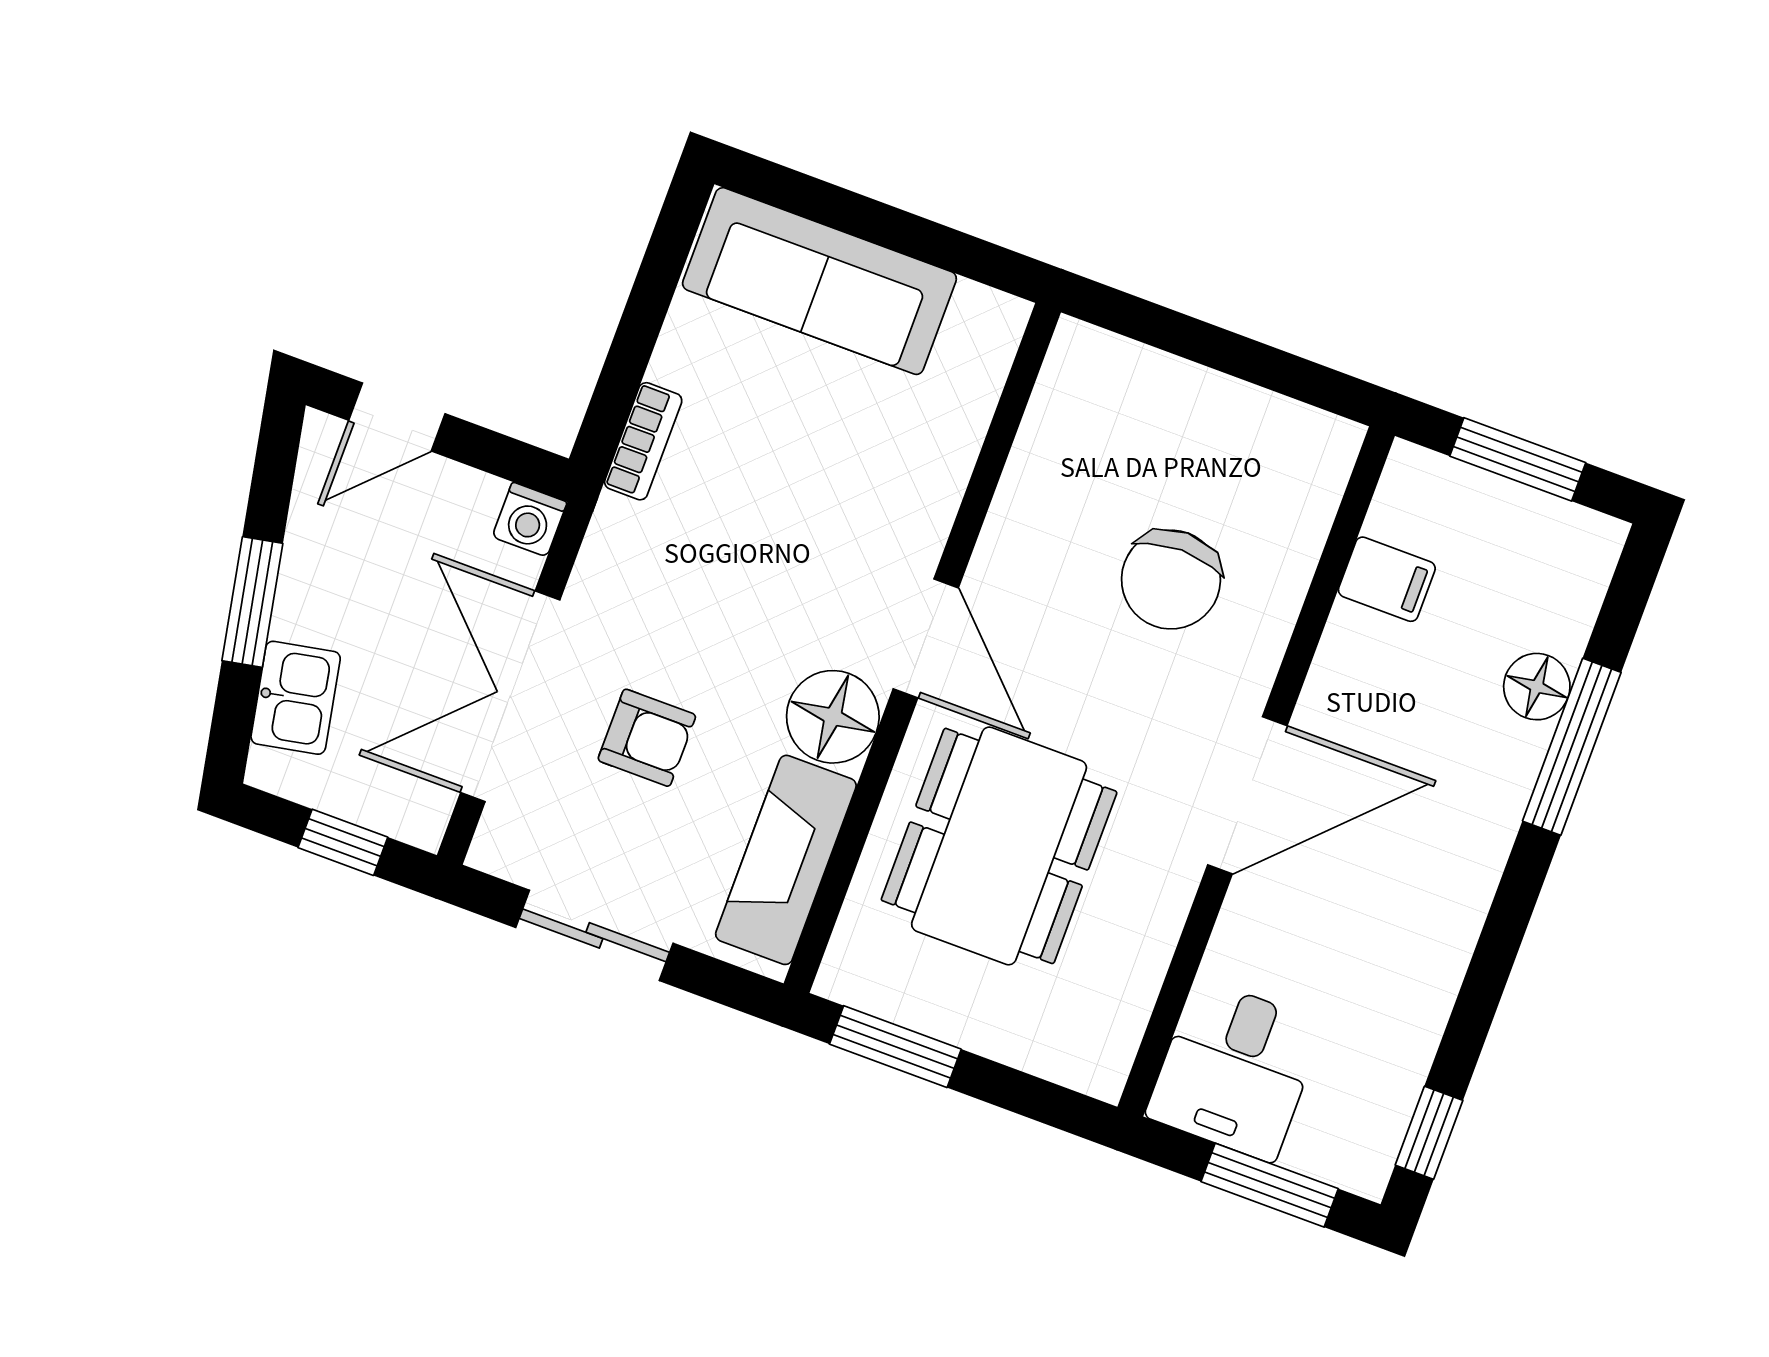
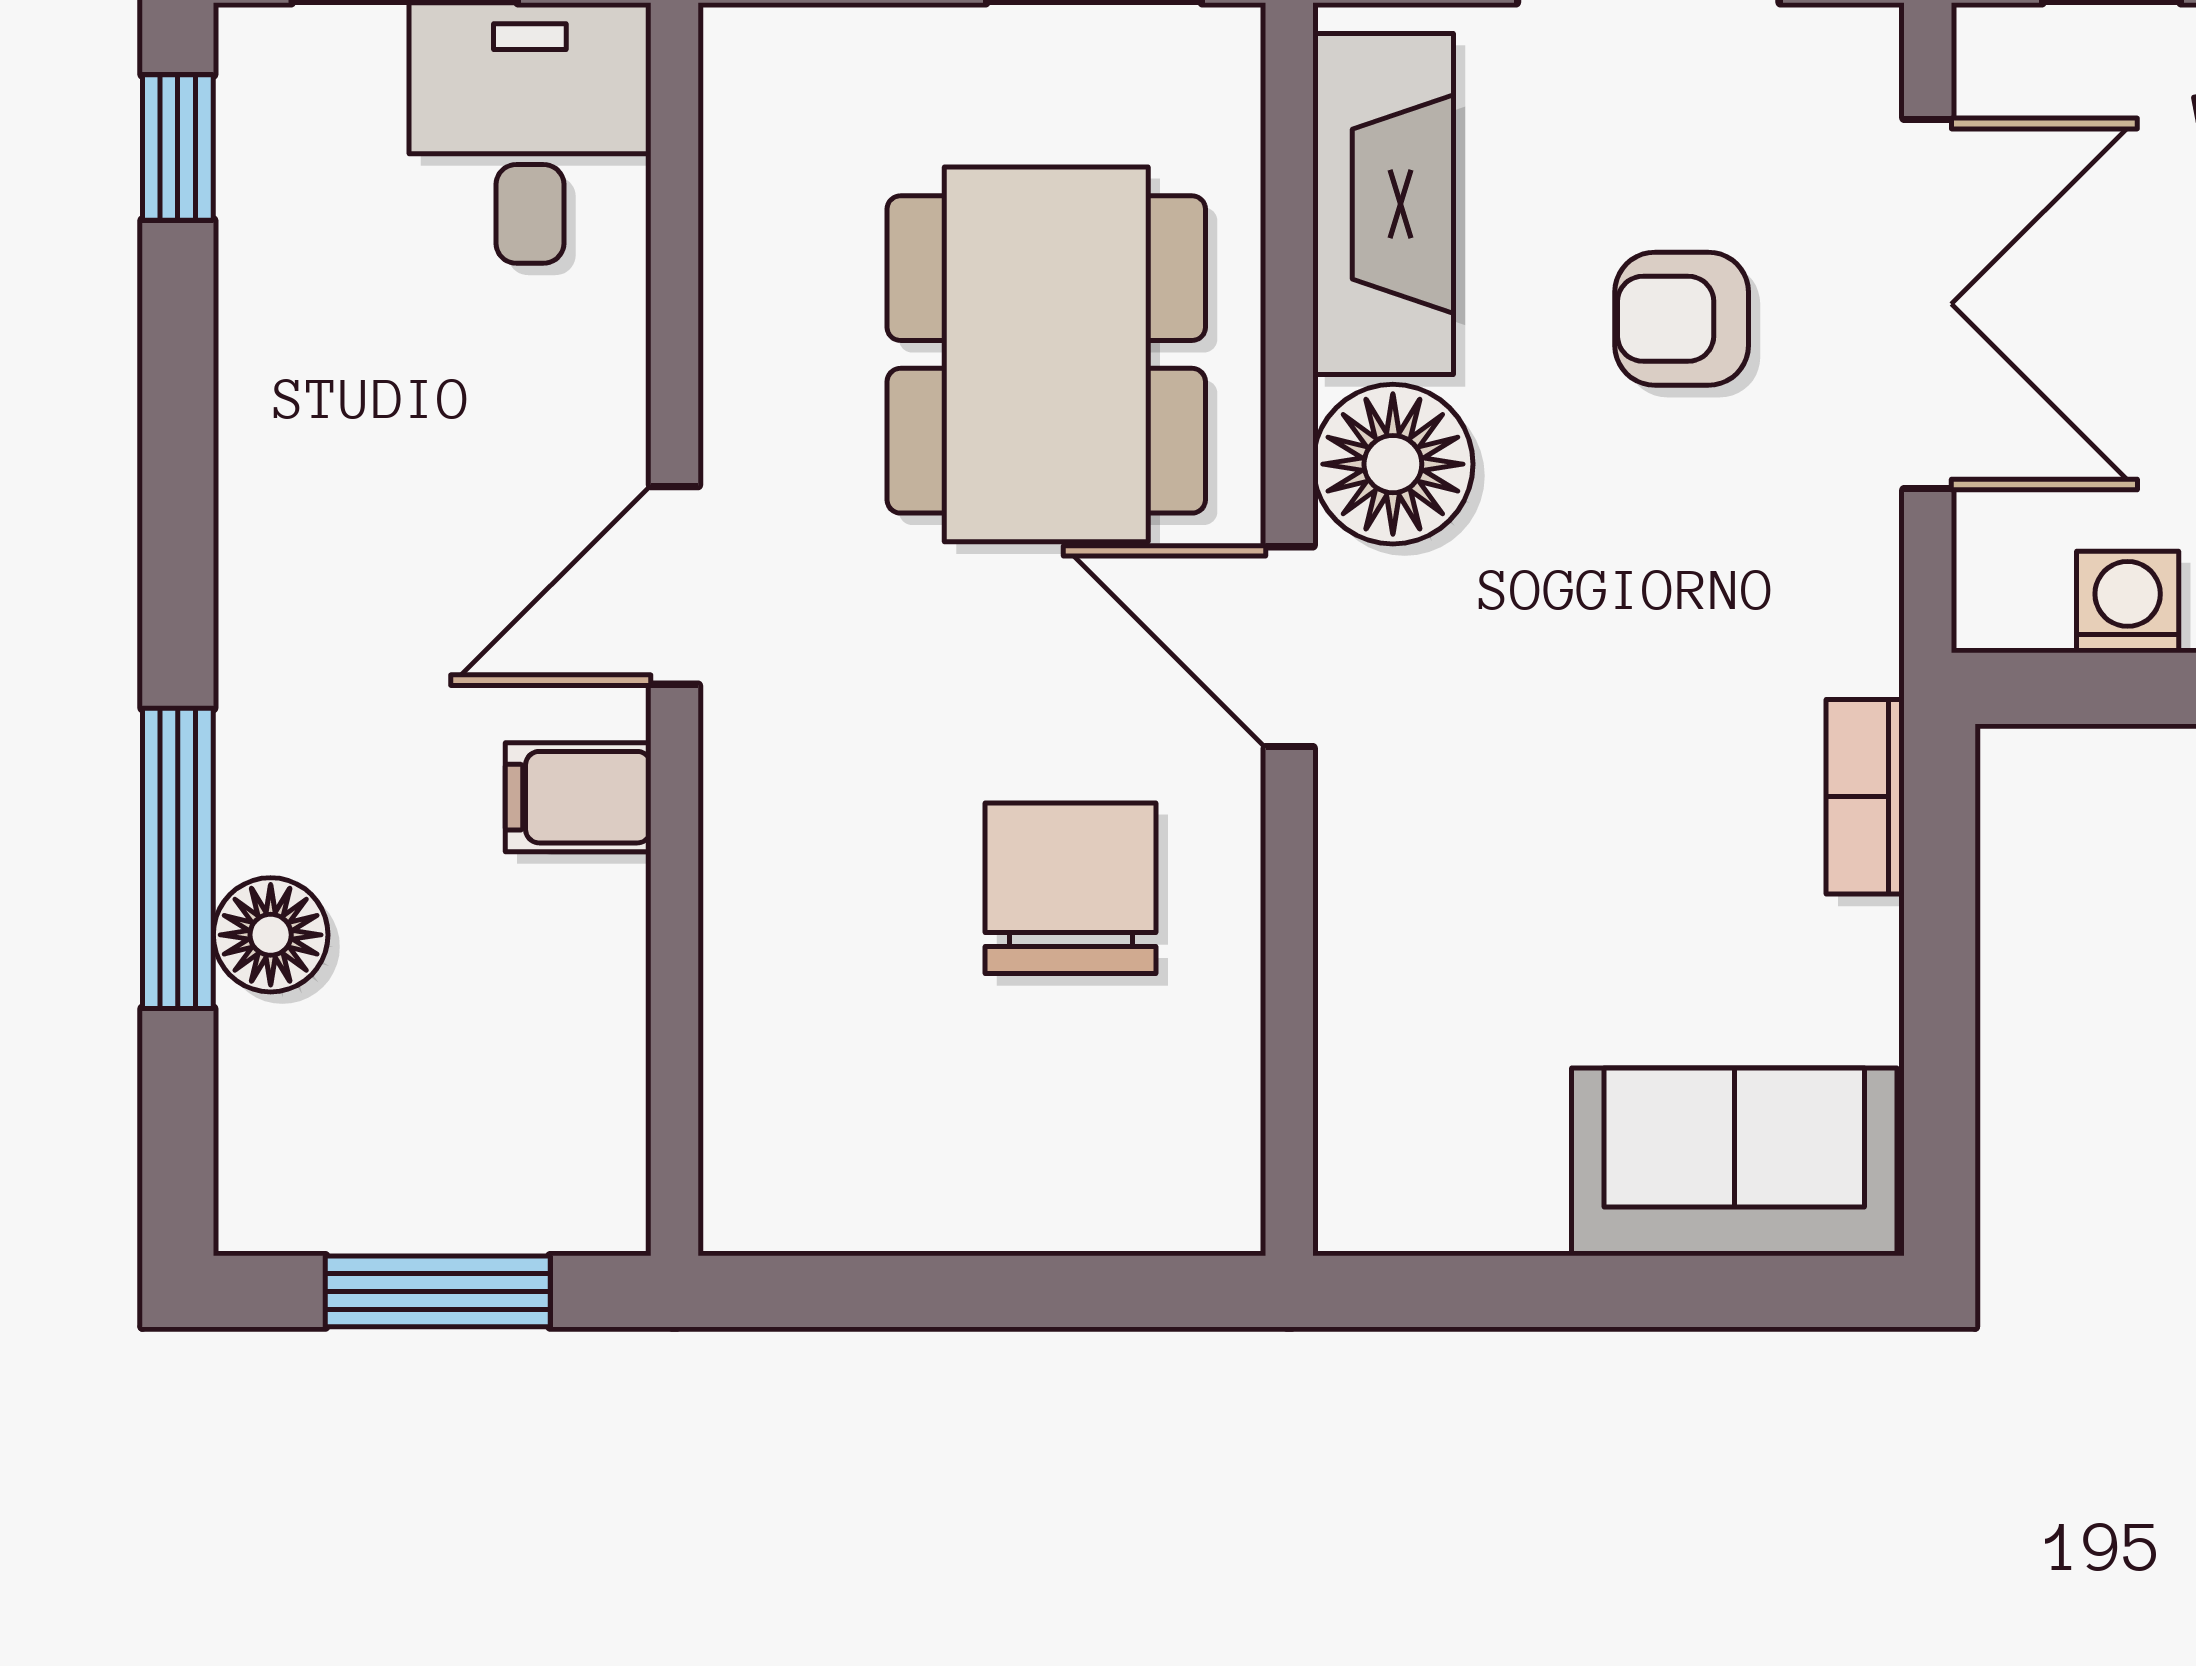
sofa: (819, 281) -> (1734, 1162), width x0.73
washing machine: (530, 519) -> (2128, 602), moved
filing cabinet: (1387, 579) -> (578, 797), moved
chair: (1171, 580) -> (1071, 888), moved
door: (1247, 795) -> (674, 585), width x0.73

